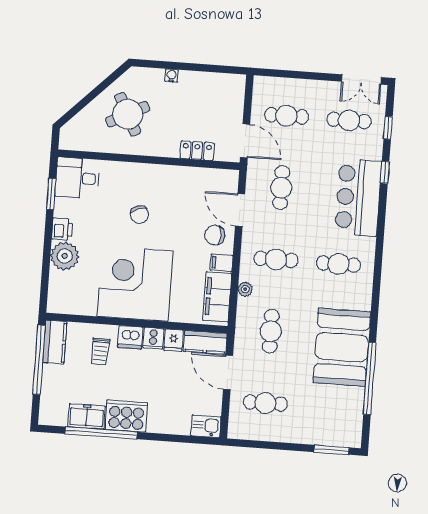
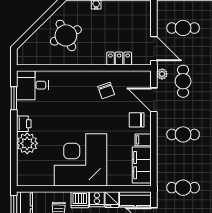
chair: (140, 215) -> (106, 91), moved
plant: (245, 289) -> (162, 74), moved
cafe table: (271, 331) -> (183, 188), turned 90

